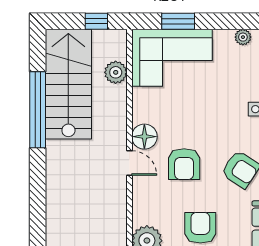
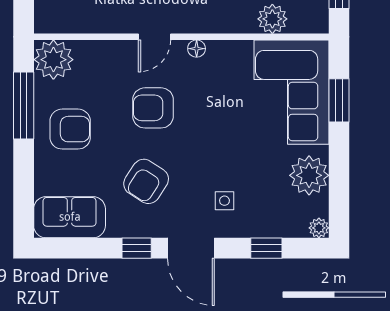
plant: (243, 37) -> (309, 175), width x1.88, depth x1.88
floor lamp: (144, 137) -> (197, 49), width x0.53, depth x0.53

